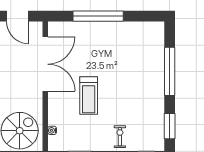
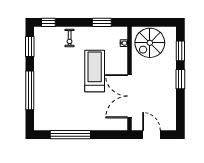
window: (98, 16) -> (70, 135), moved
treadmill: (89, 95) -> (95, 71), width x1.37, depth x1.38

